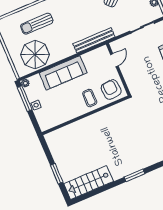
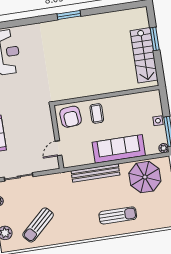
sun lounger: (37, 24) -> (118, 215), moved
bench: (94, 40) -> (95, 173), moved
stairs: (89, 183) -> (144, 55), moved, turned 90

